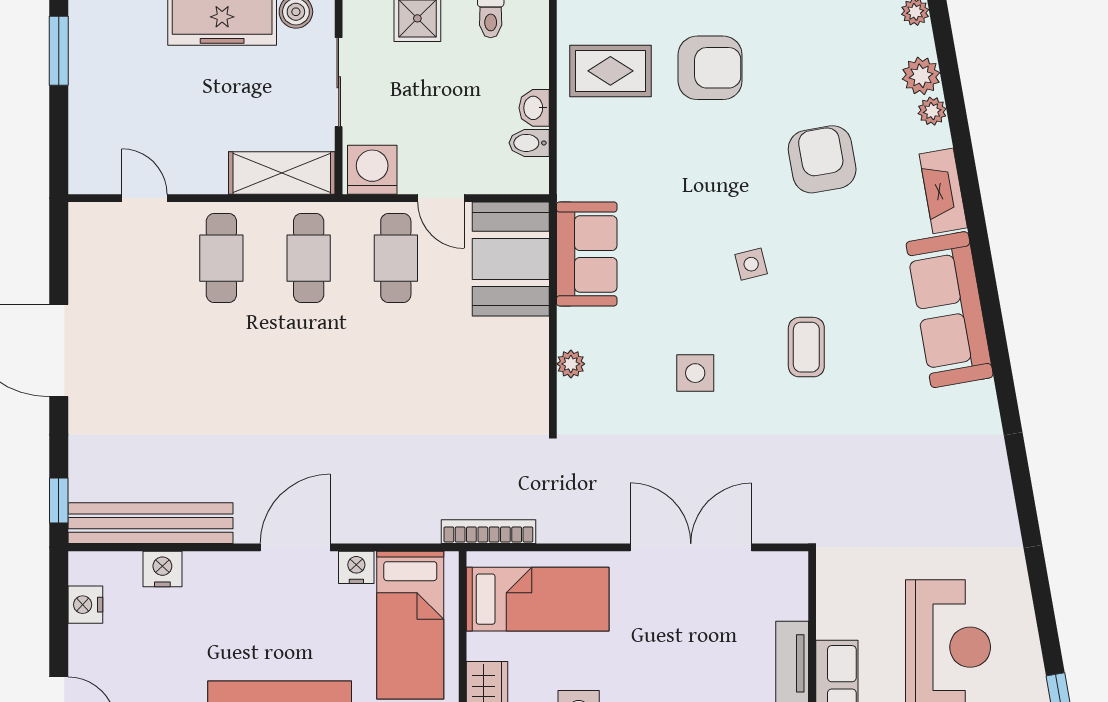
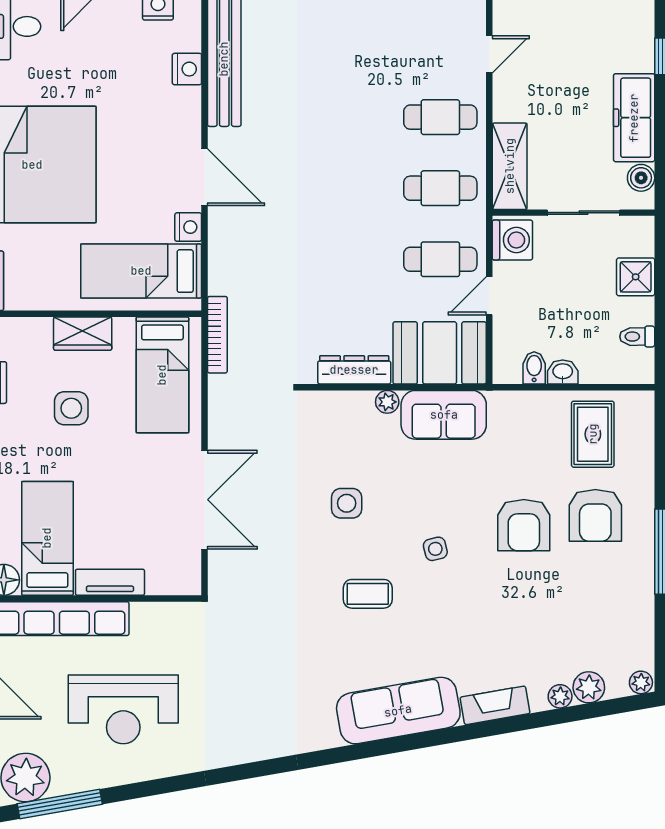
armchair: (822, 159) -> (524, 525), moved, turned 100
dresser: (532, 364) -> (354, 370), added
plant: (571, 364) -> (387, 402), moved

